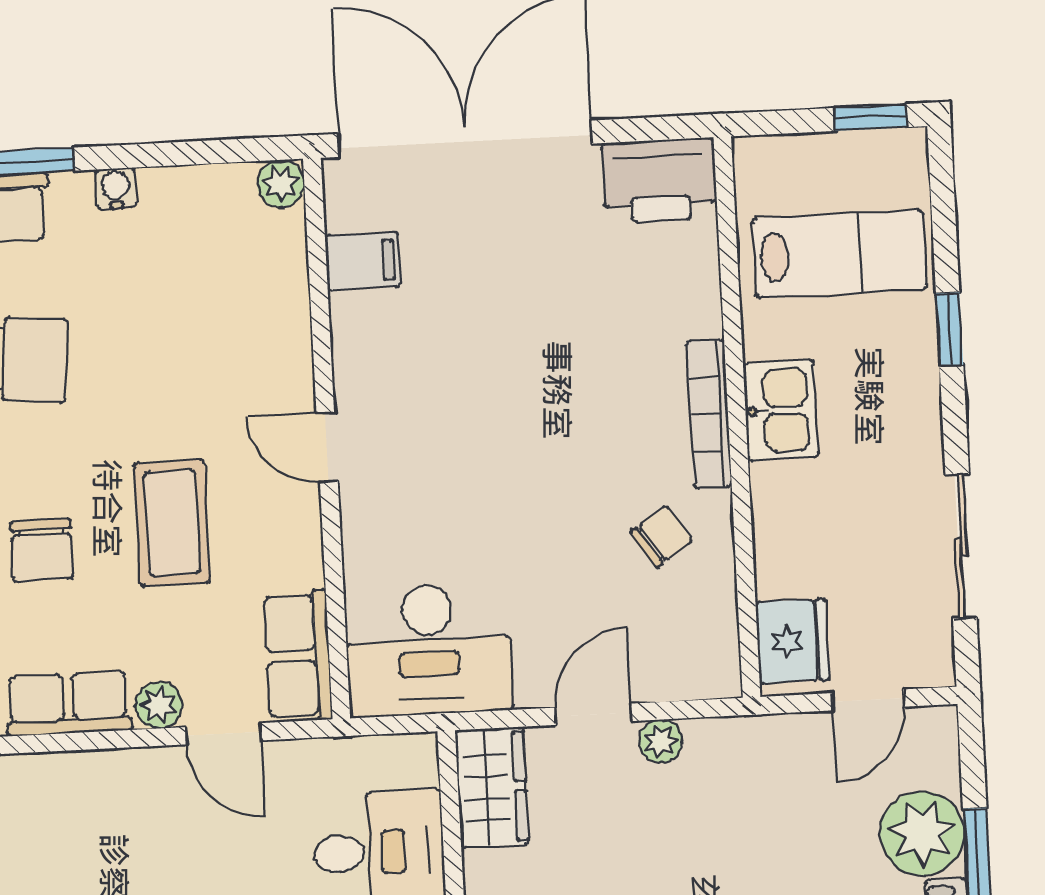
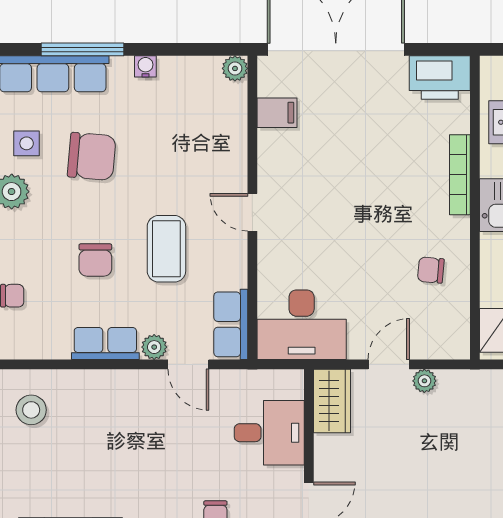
bookcase: (709, 414) -> (460, 175), moved
chair: (662, 536) -> (431, 270), turned -141

